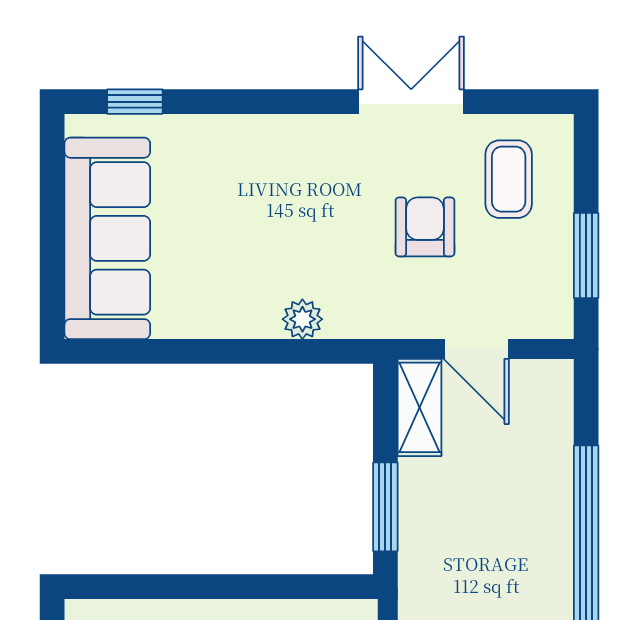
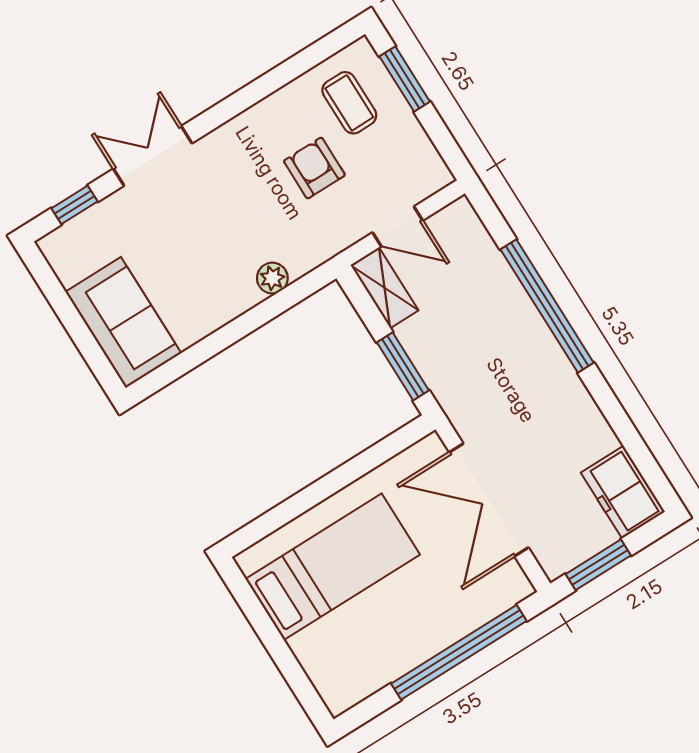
double door: (411, 102) -> (153, 156), moved
sofa: (107, 238) -> (123, 323), width x0.73
window: (586, 256) -> (405, 79), moved

